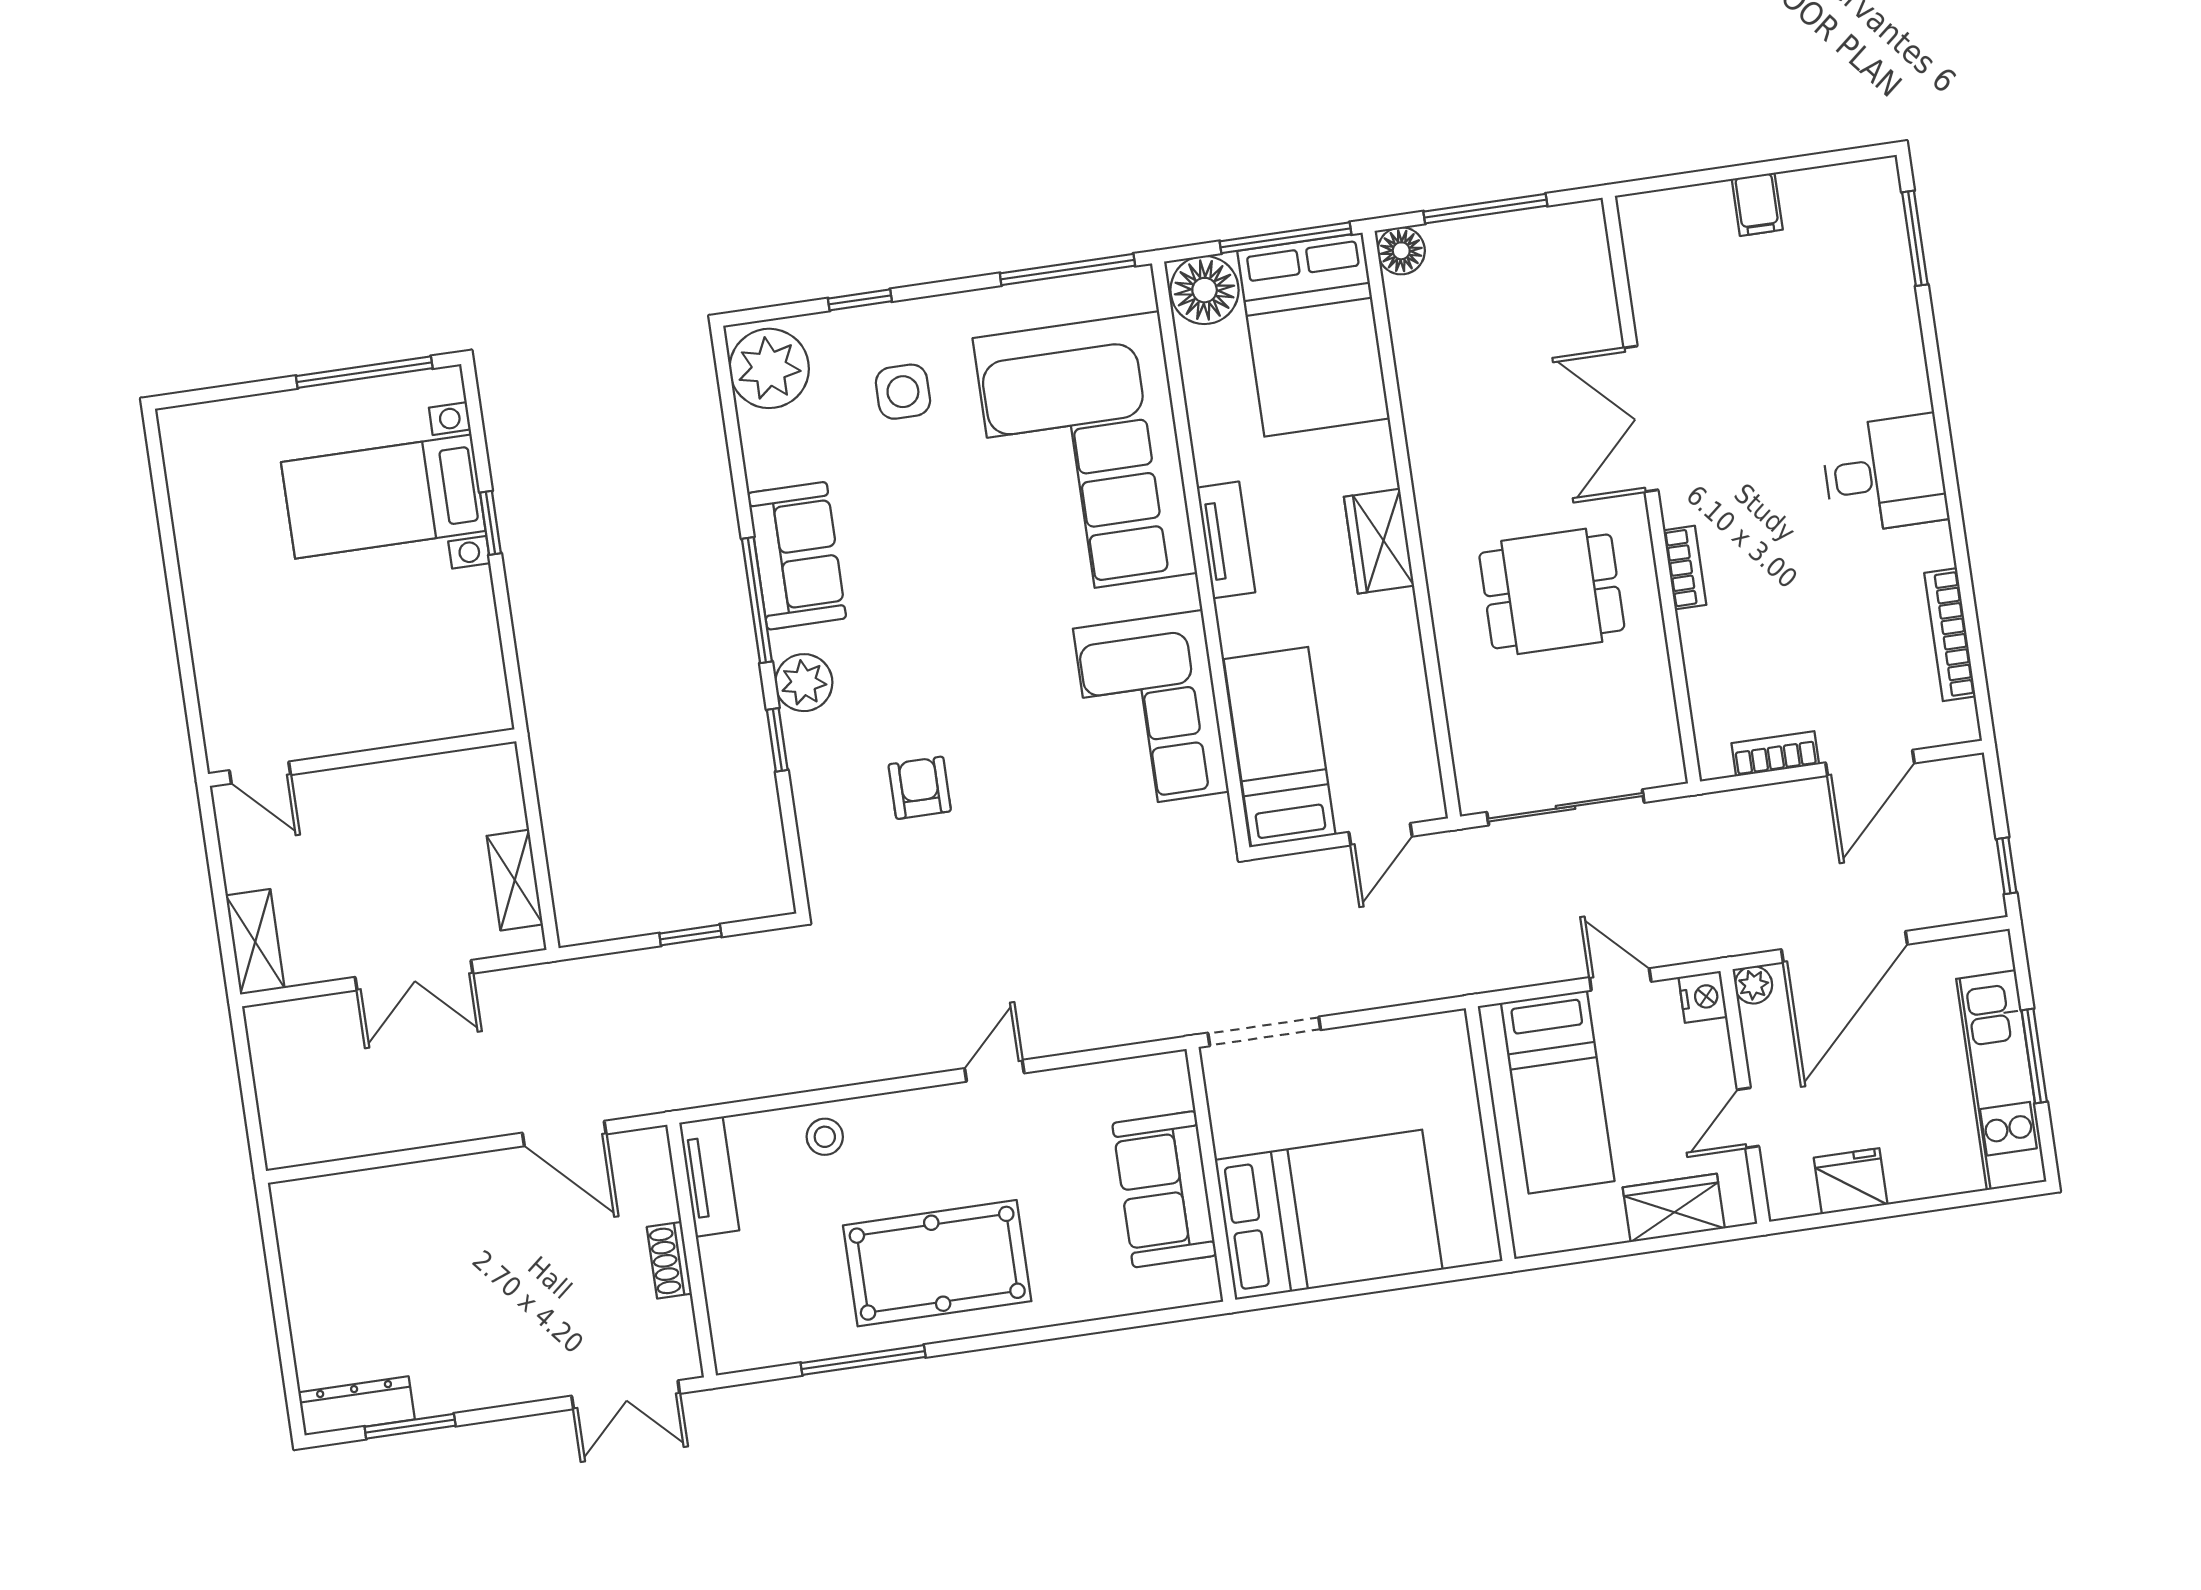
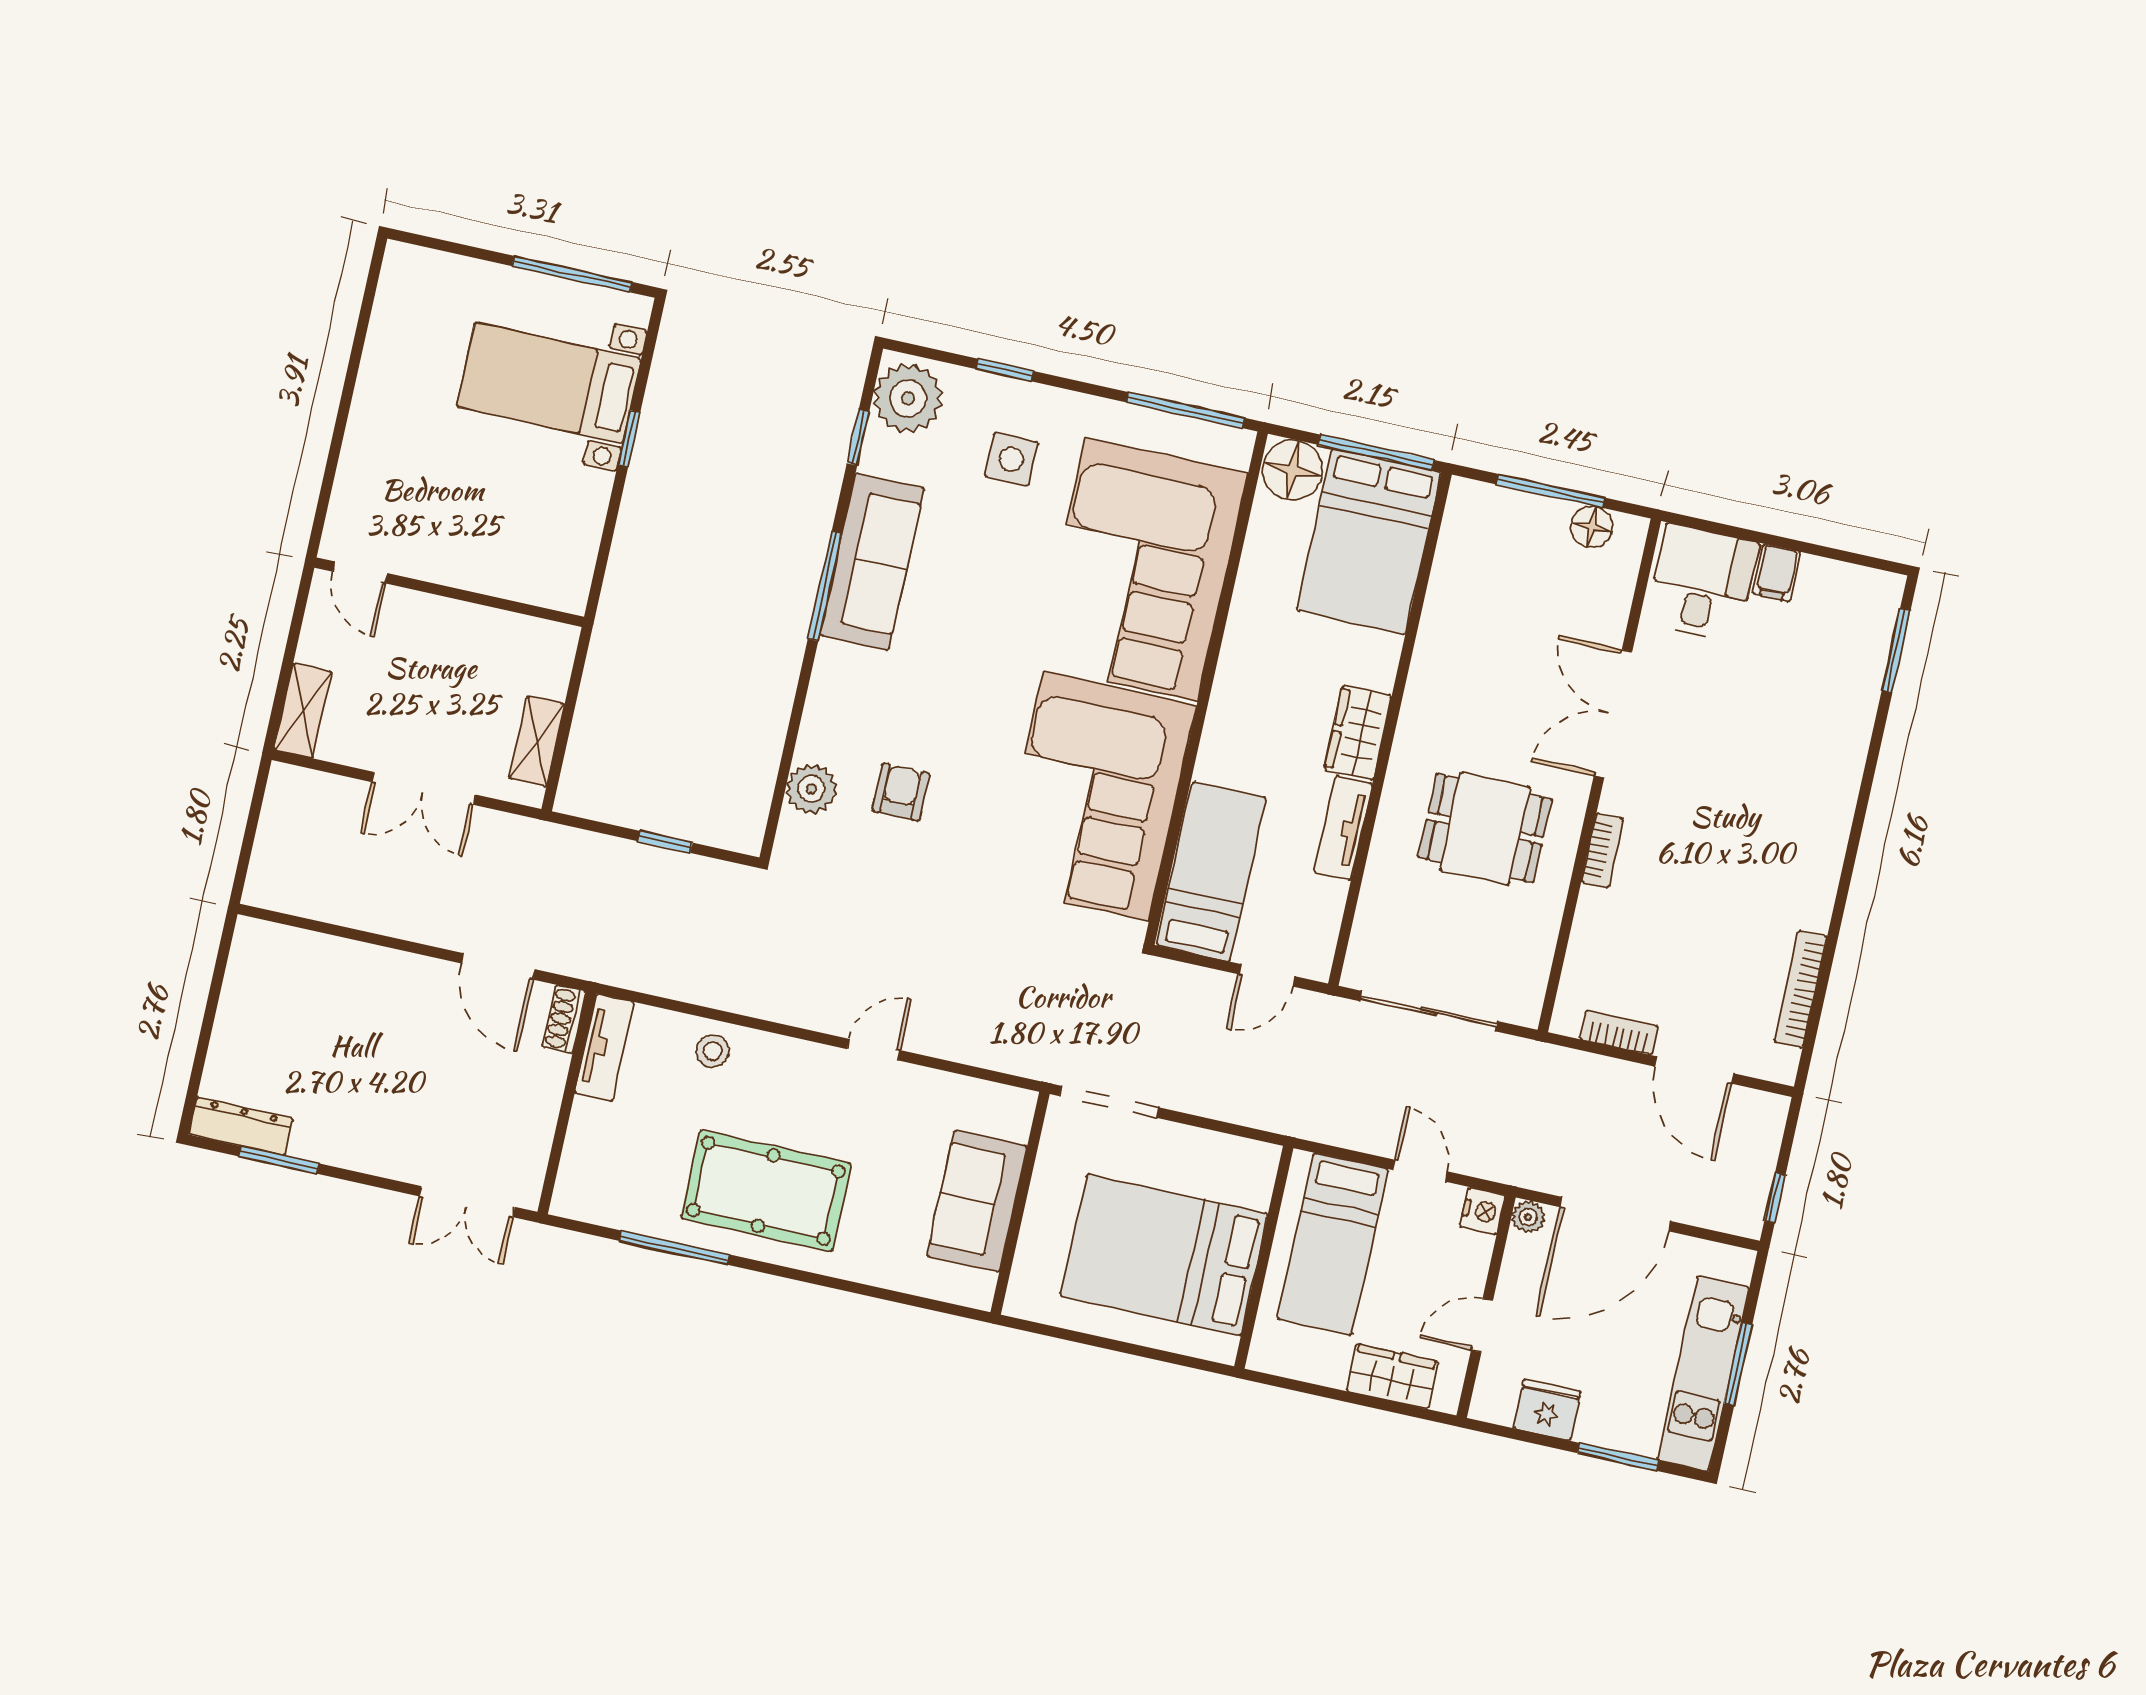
floor lamp: (1401, 251) -> (1592, 527), moved
desk: (1885, 474) -> (1702, 583), moved, turned -90
tv unit: (1226, 540) -> (1343, 828), moved, turned 180
sofa: (797, 556) -> (872, 562), width x1.36
plant: (804, 683) -> (811, 789), moved
corner sofa: (1151, 710) -> (1096, 796), width x1.36, depth x1.36
window: (777, 740) -> (858, 438), moved
door: (1870, 763) -> (1694, 1070), hinge flipped
window: (1945, 1202) -> (1618, 1457), added
bed: (1329, 1215) -> (1164, 1255), moved, turned 180
shoe rack: (669, 1260) -> (564, 1019), moved

